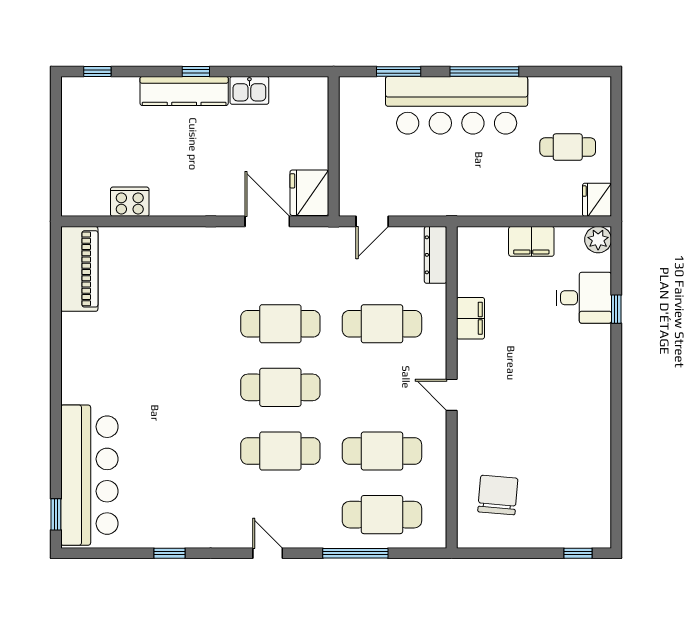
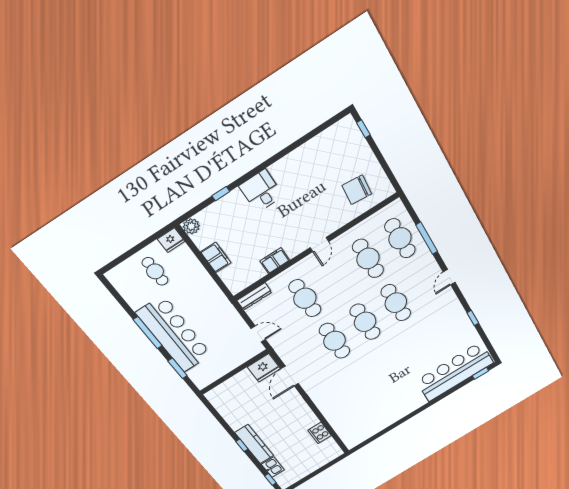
kitchen sink: (249, 90) -> (273, 467), moved
piano: (79, 269) -> (363, 432), removed
desk: (584, 298) -> (261, 191), moved

